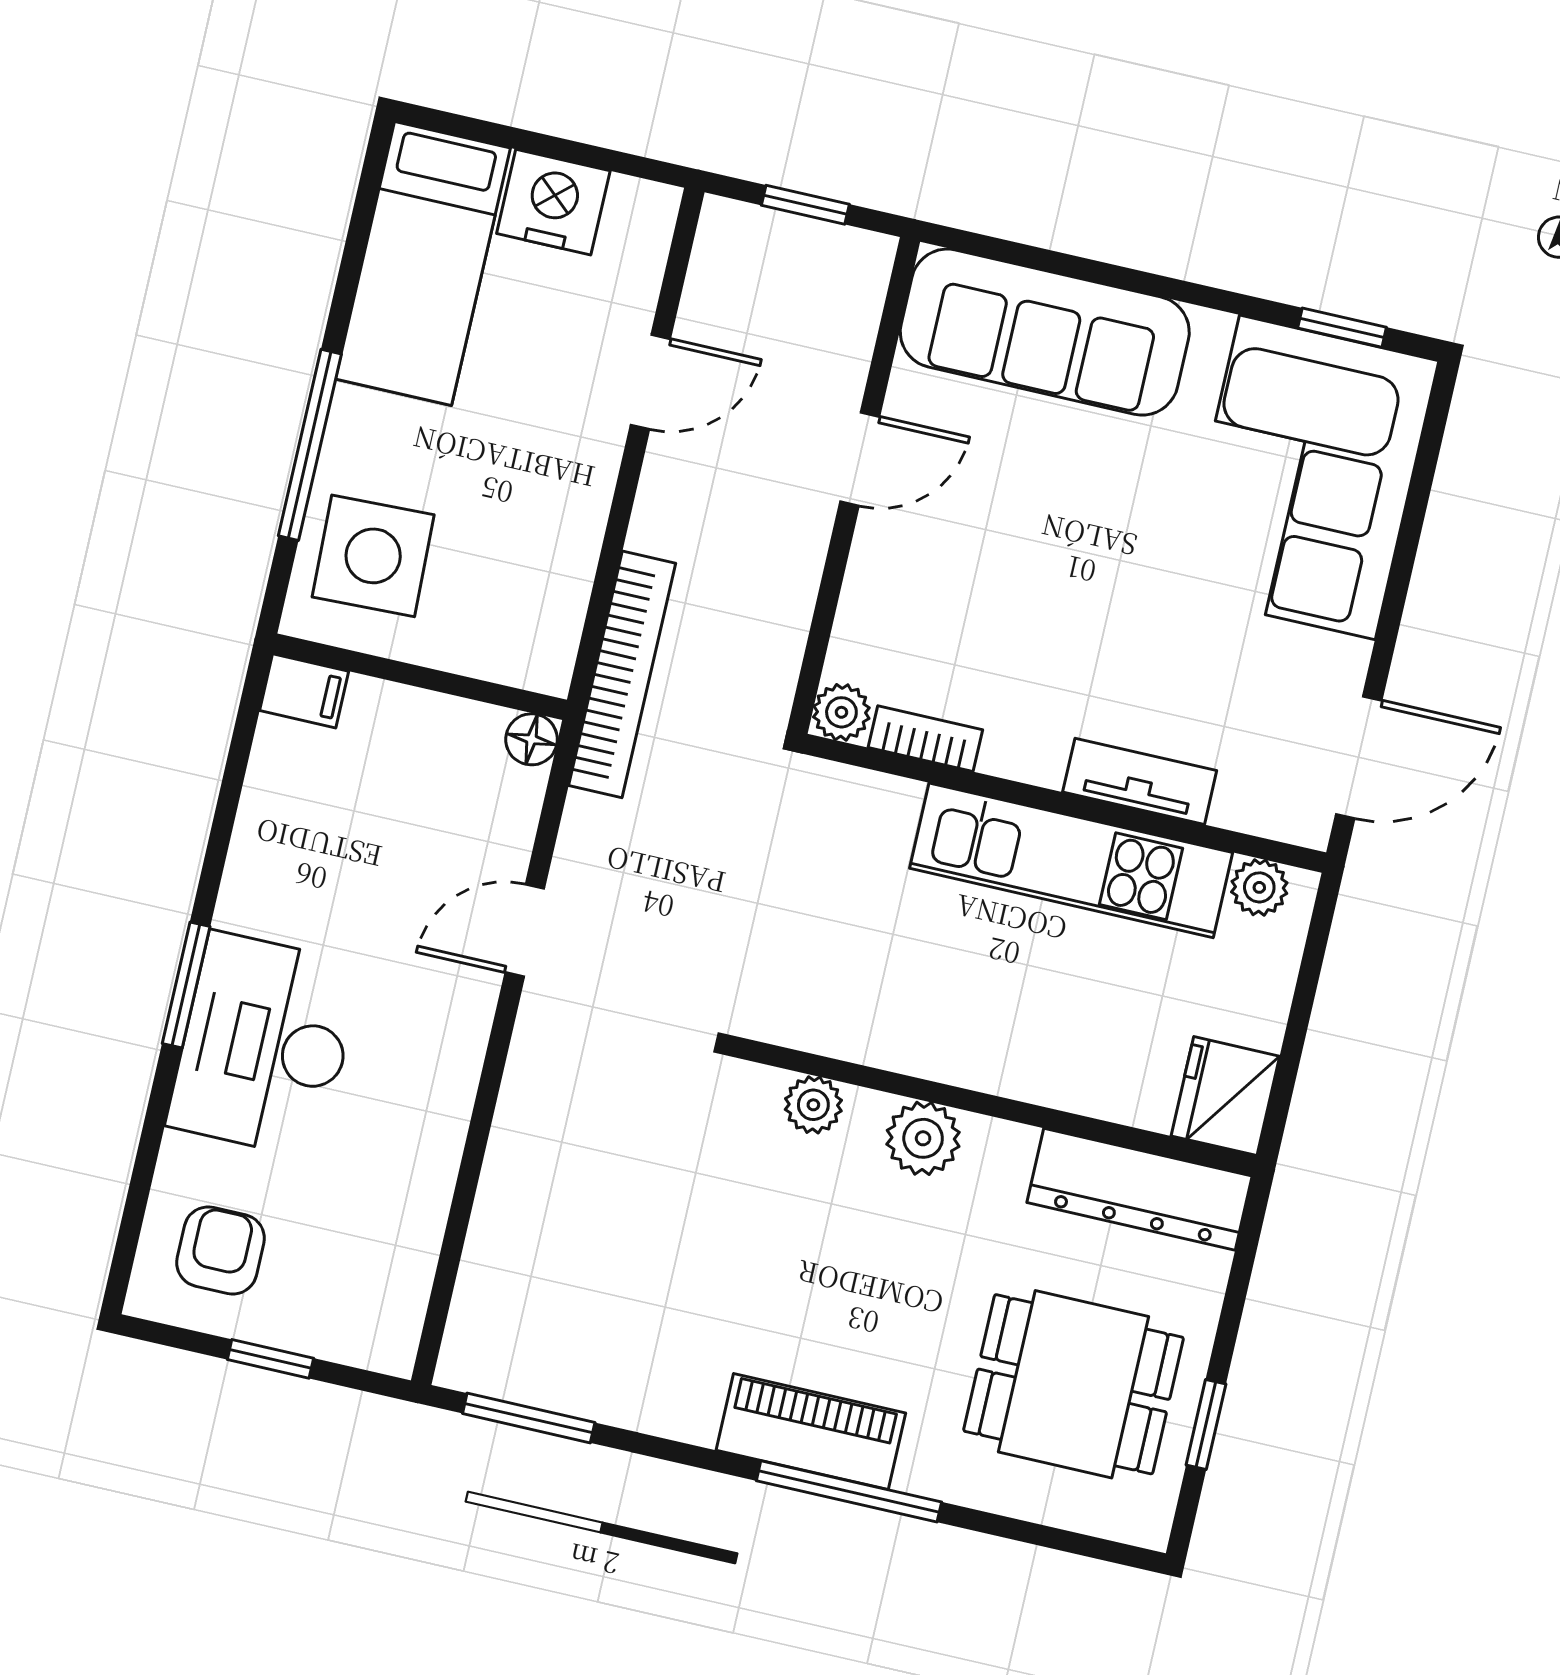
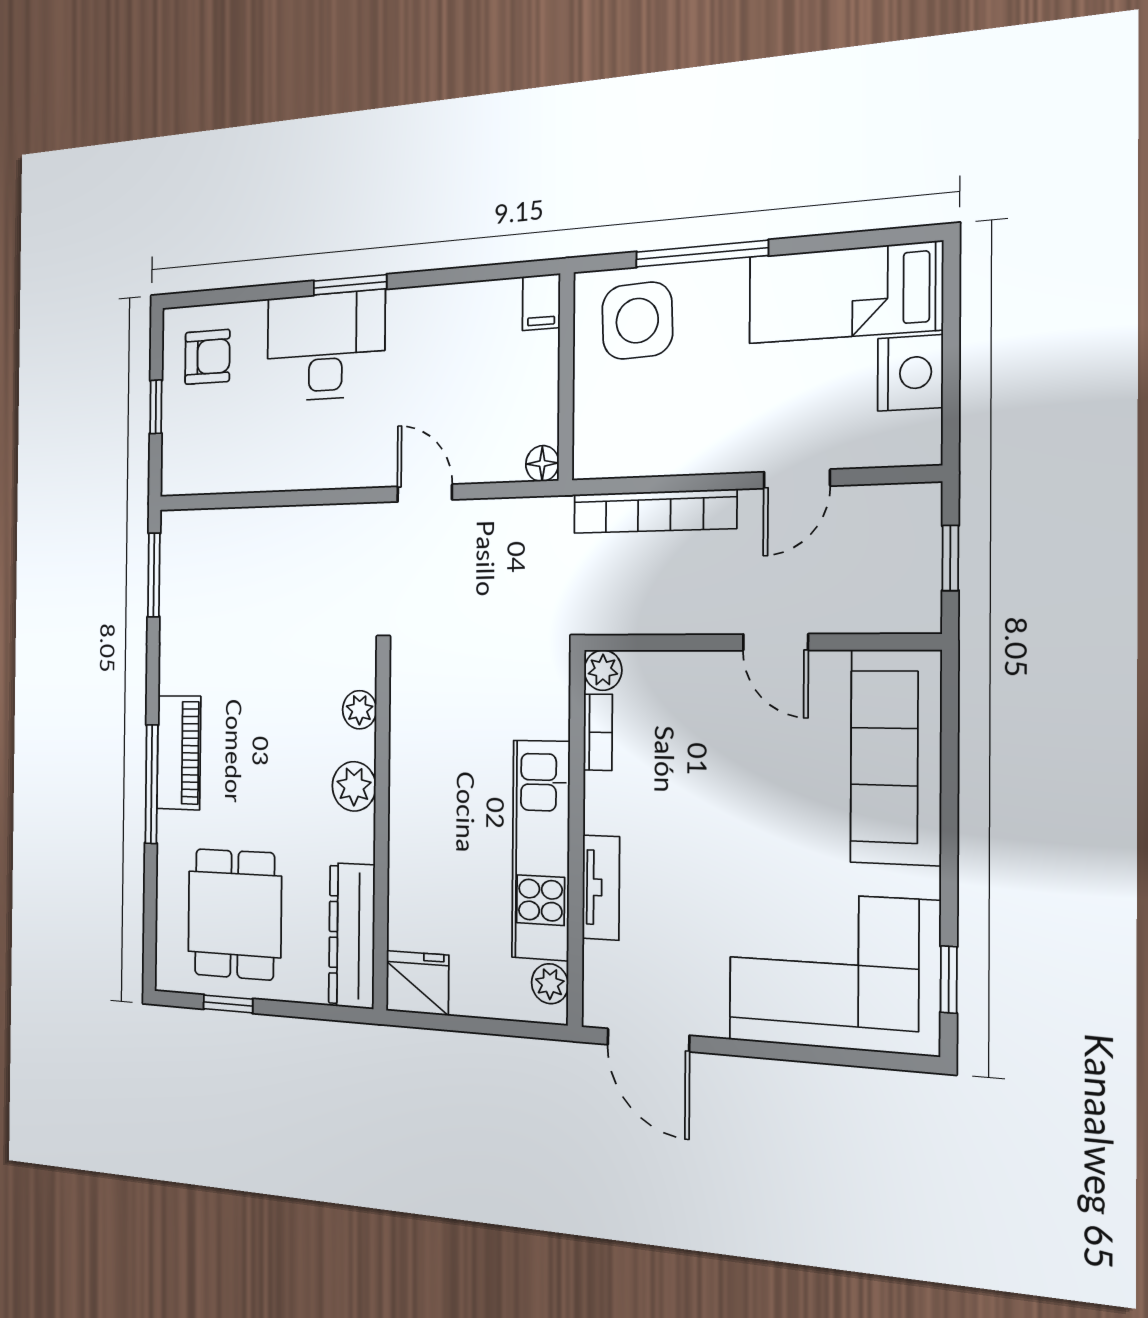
door: (650, 382) -> (797, 479), hinge flipped
bookcase: (622, 674) -> (654, 511), moved

